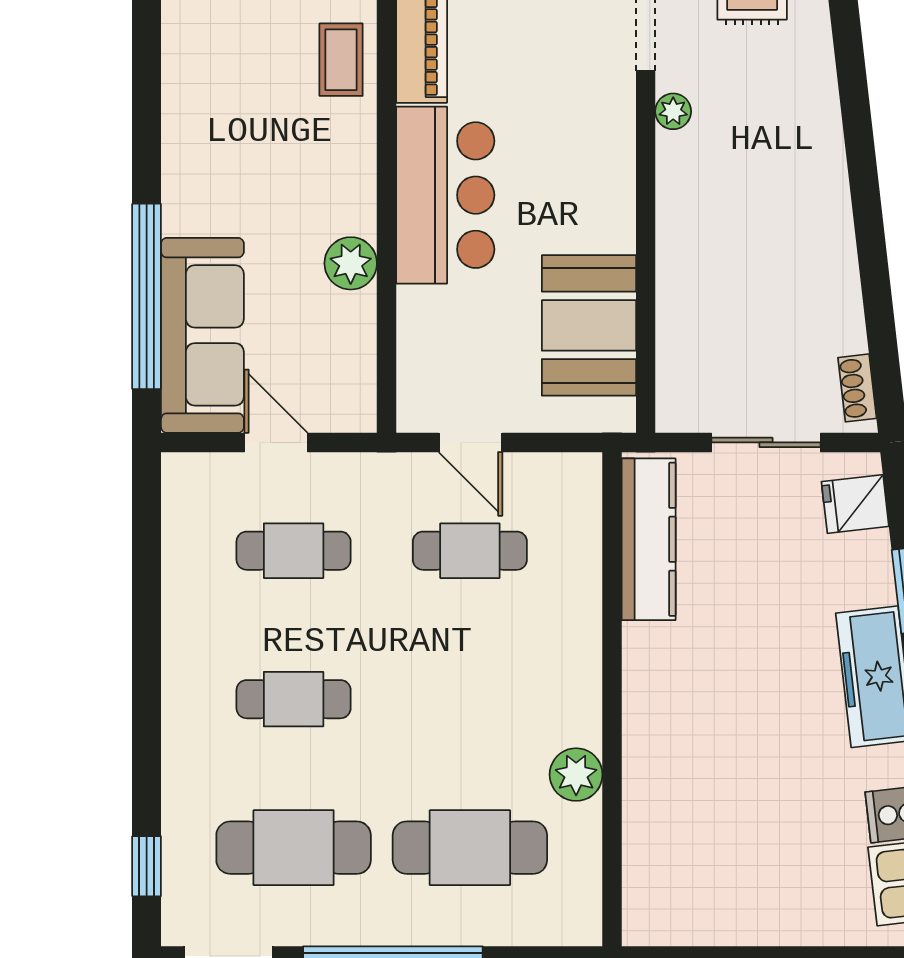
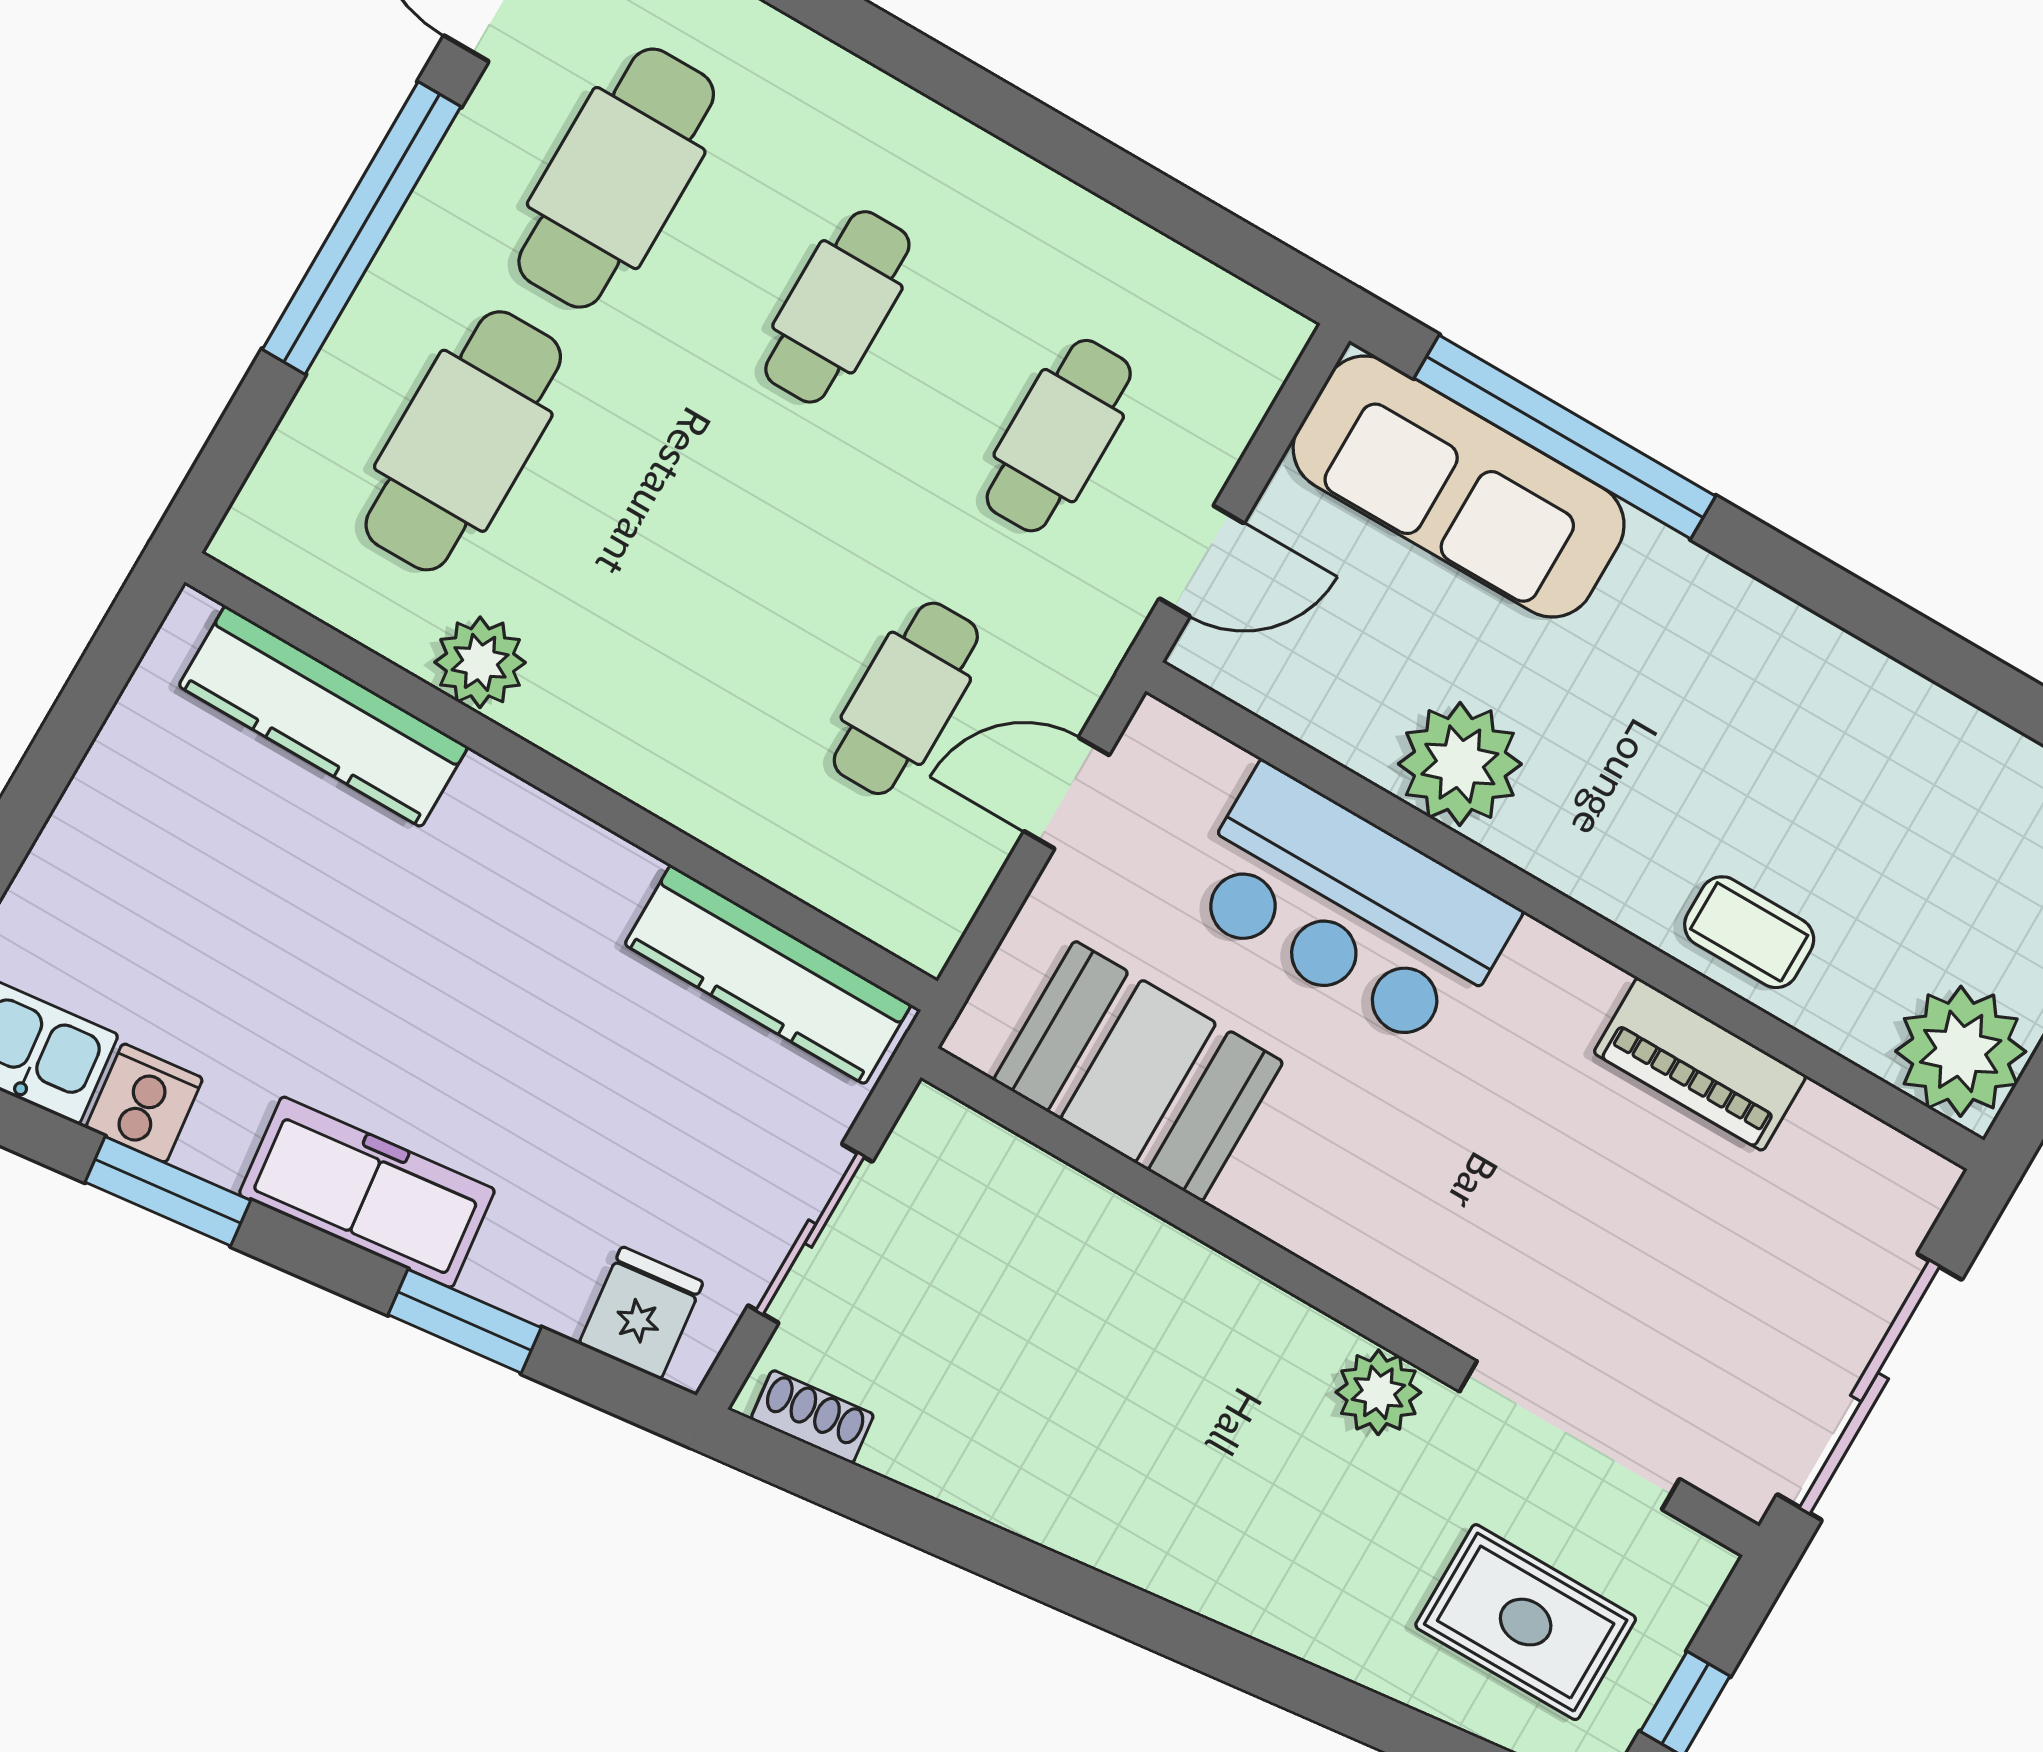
plant: (673, 111) -> (1378, 1392), width x1.38, depth x1.38
bar counter: (445, 195) -> (1350, 908), moved
plant: (351, 263) -> (1460, 764), width x1.36, depth x1.36
door: (276, 442) -> (1202, 561), moved
kitchen counter: (649, 837) -> (323, 716), added

